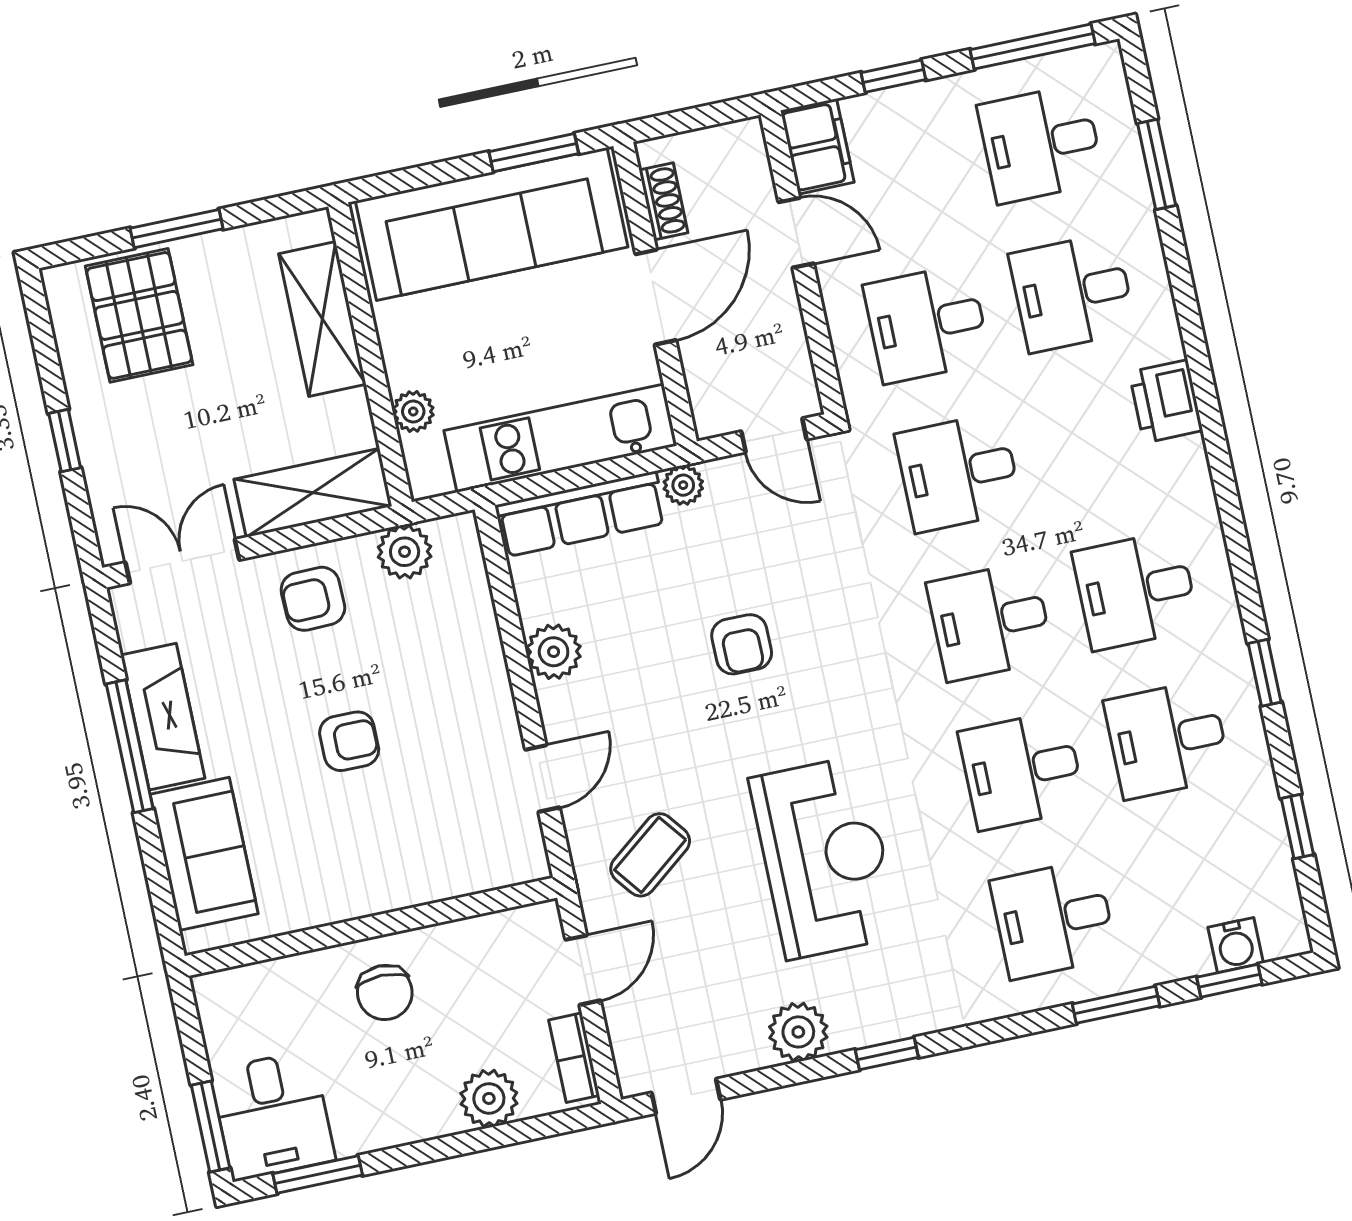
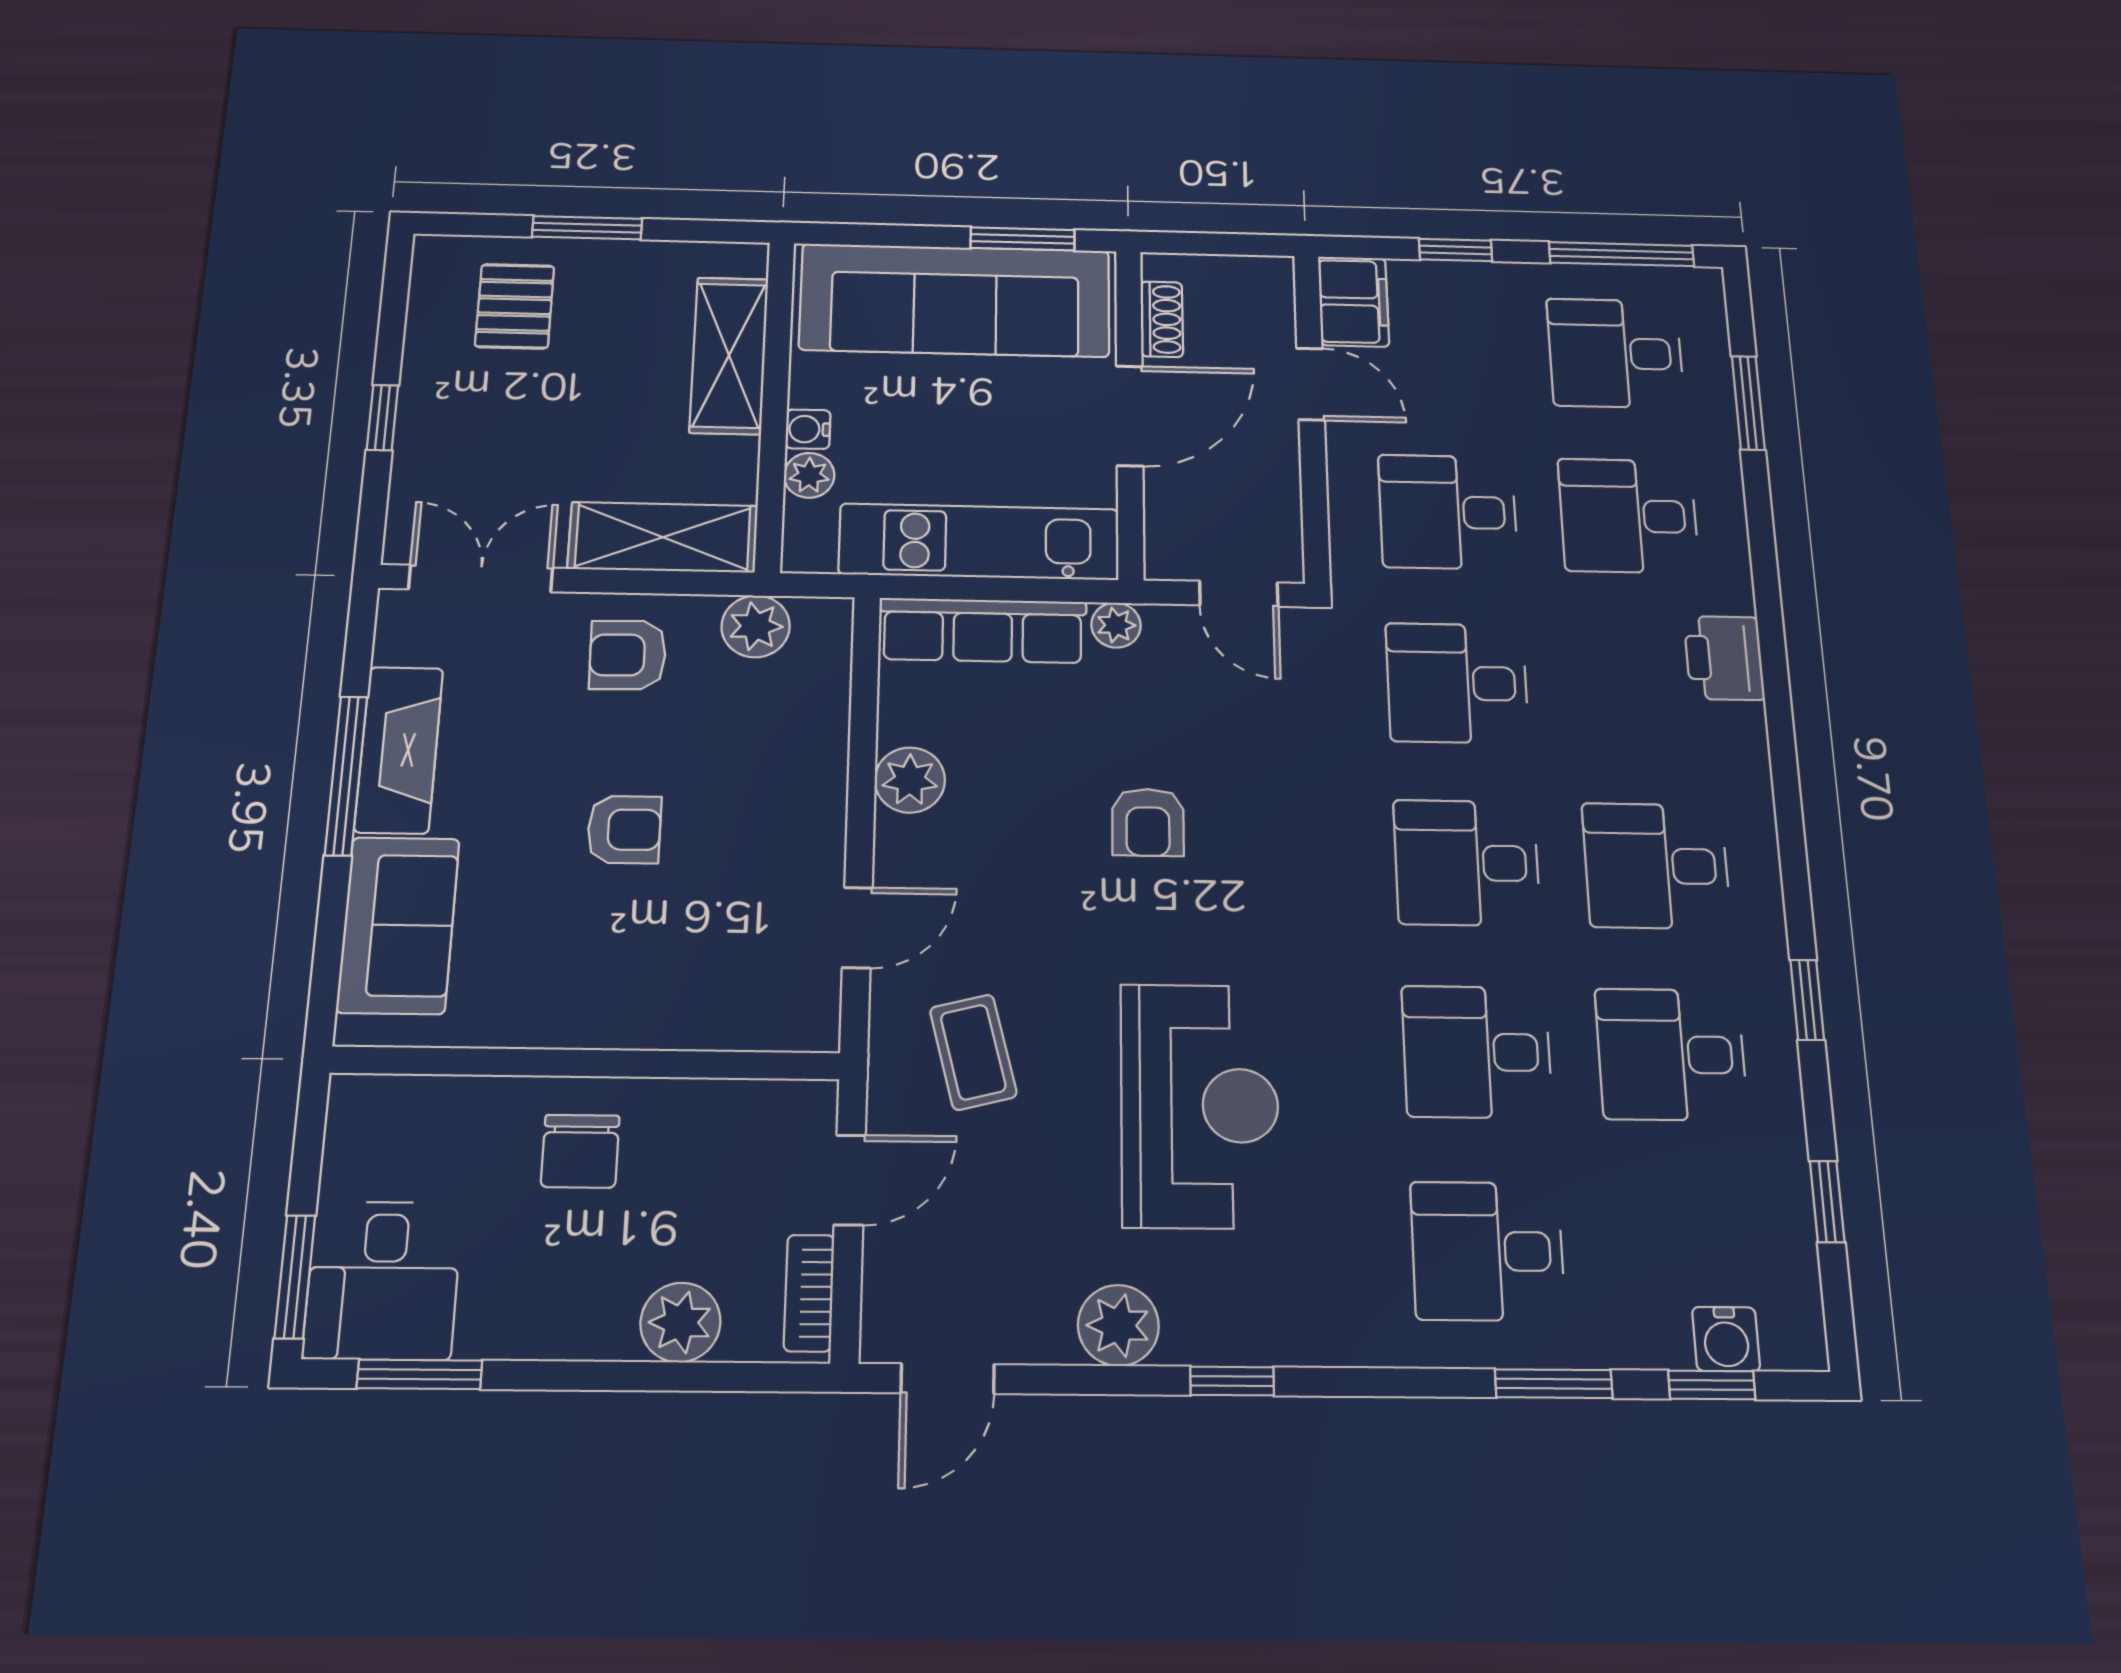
pallet: (139, 315) -> (515, 306), width x0.67, depth x0.71
water cooler: (402, 371) -> (808, 429), added
coffee table: (650, 855) -> (973, 1052), turned -66

